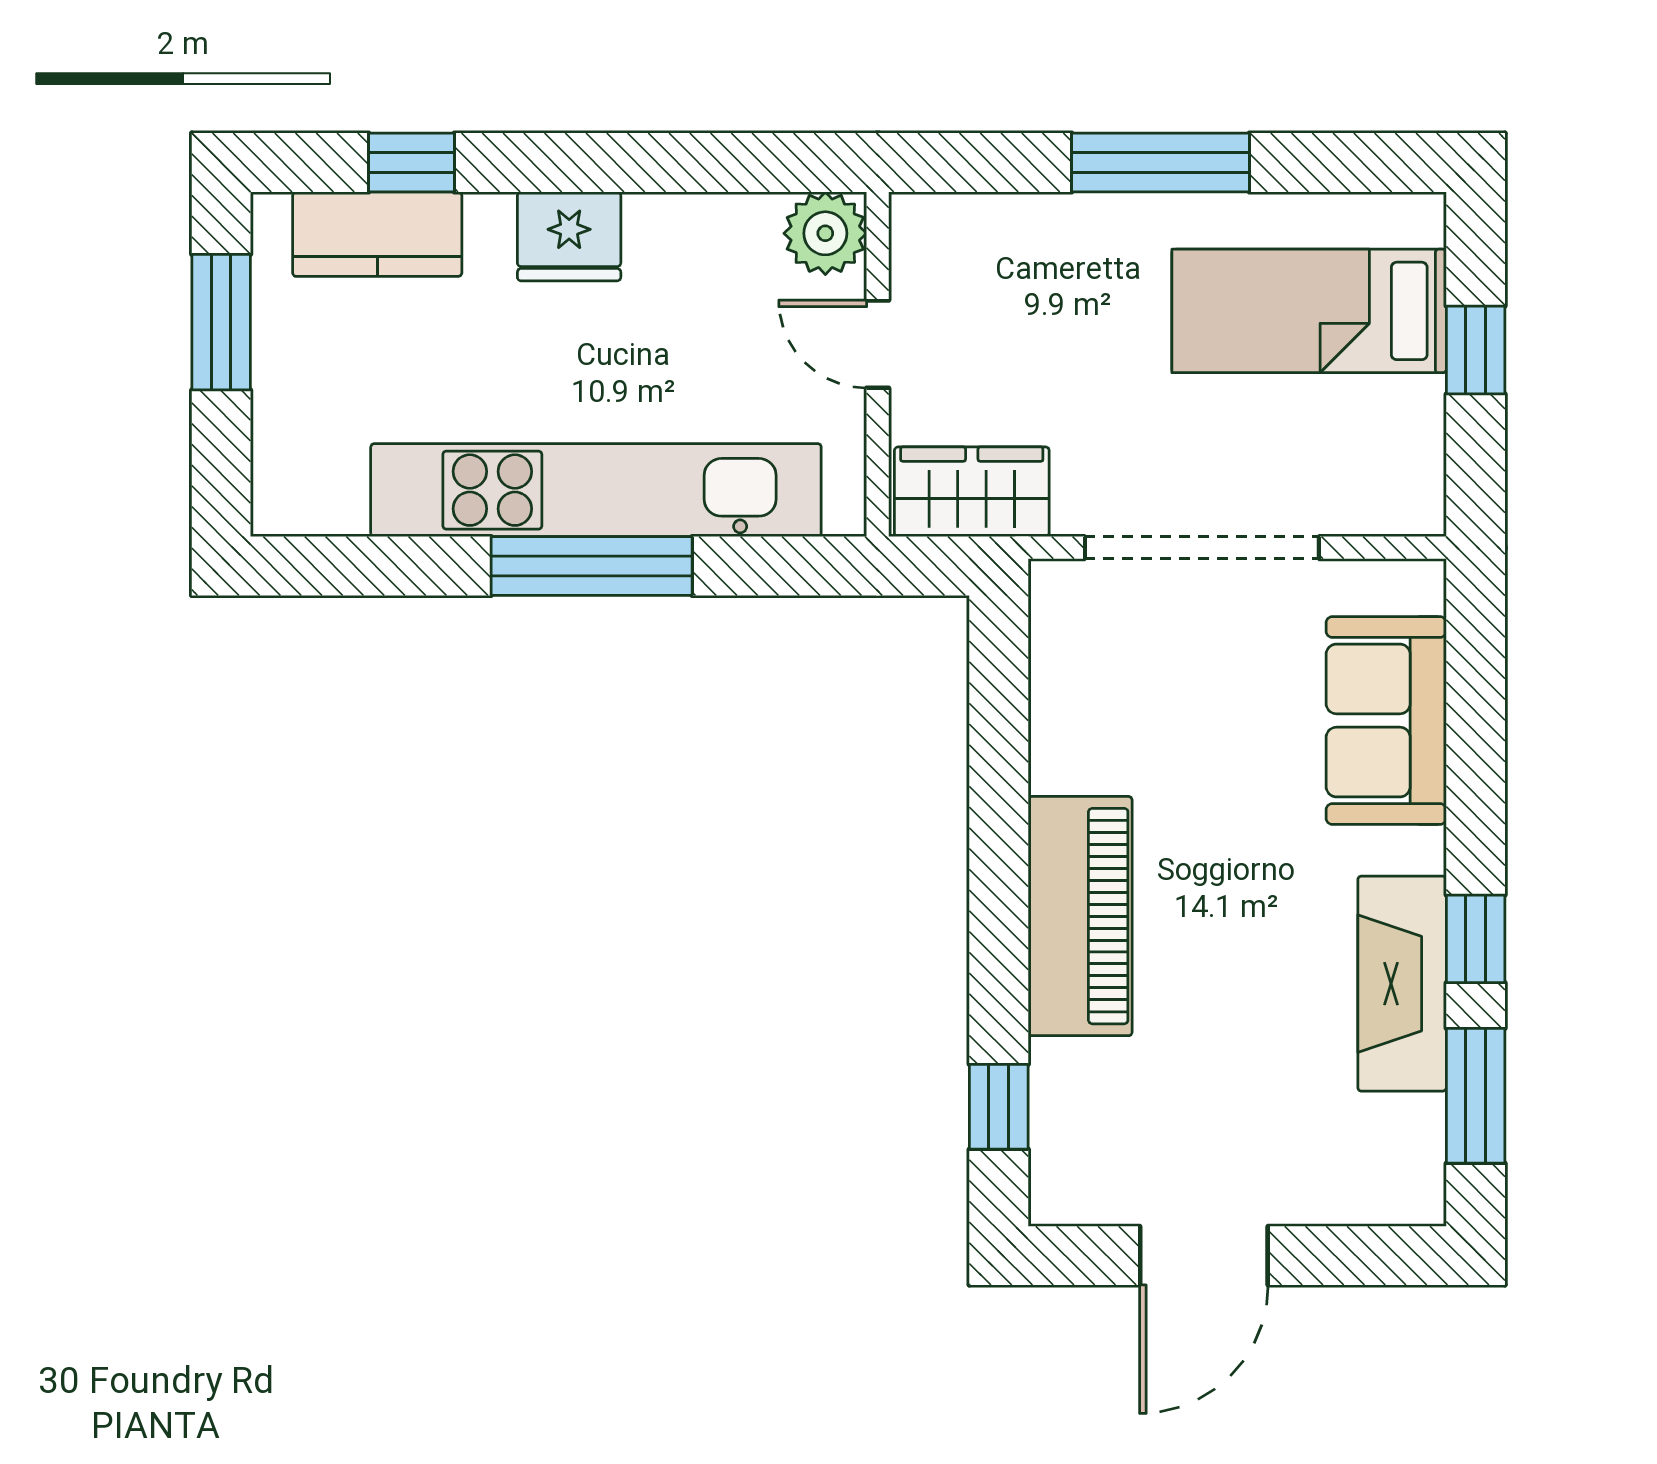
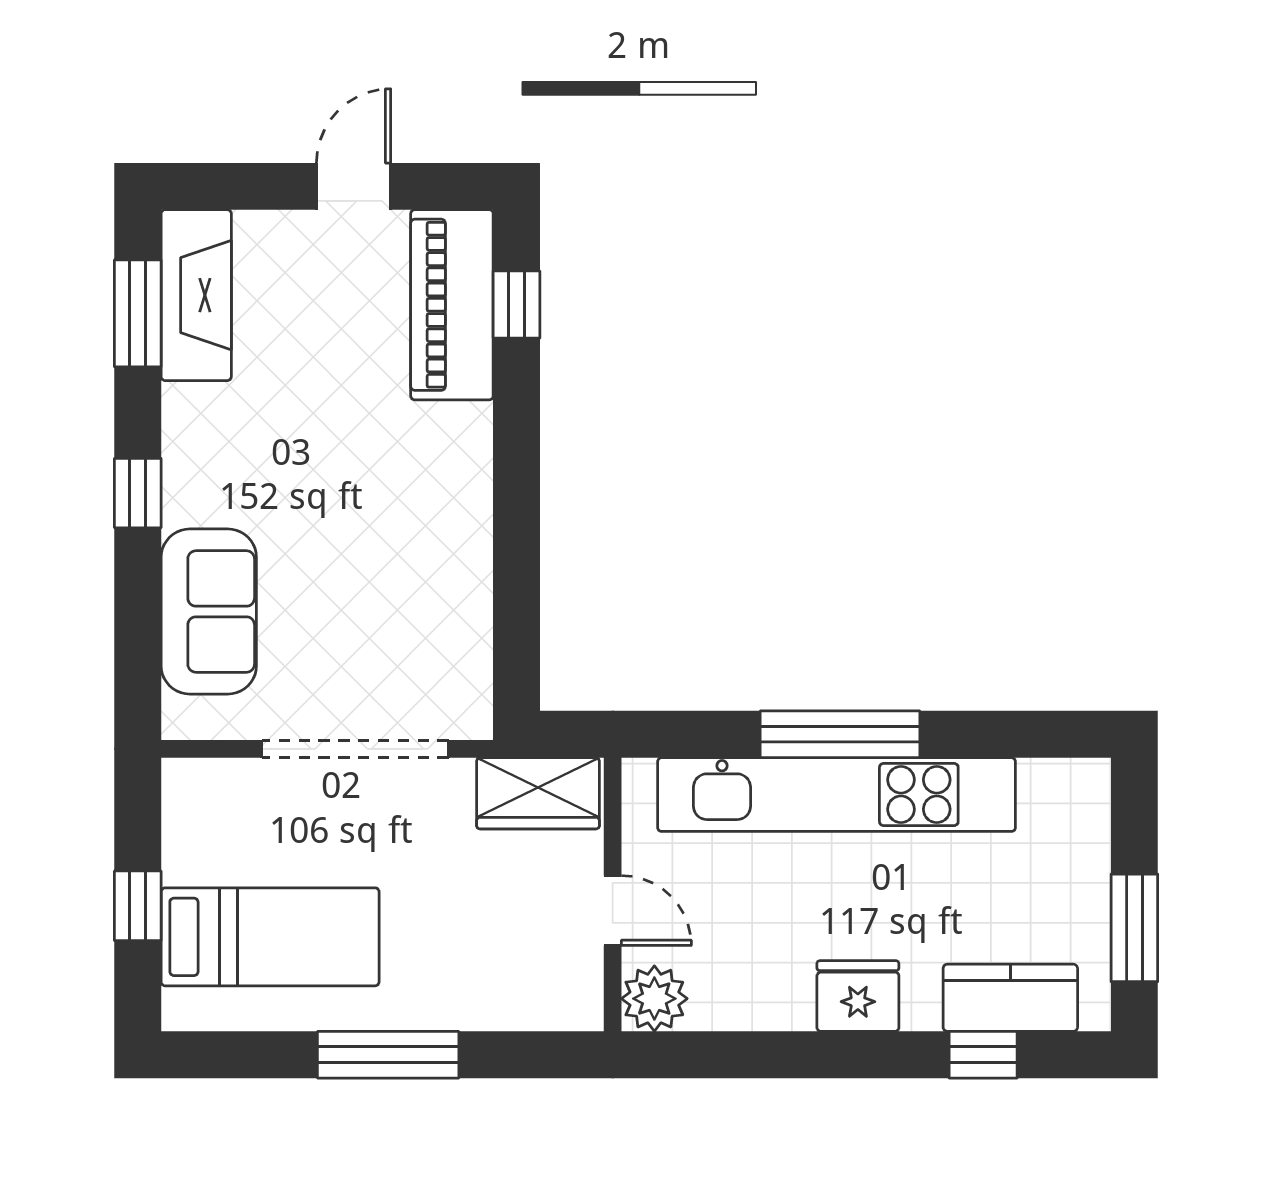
piano: (1080, 916) -> (452, 305), moved
window: (1476, 939) -> (138, 493), moved
fireplace: (1402, 984) -> (196, 295), moved
door: (1204, 1256) -> (354, 186), width x0.73

